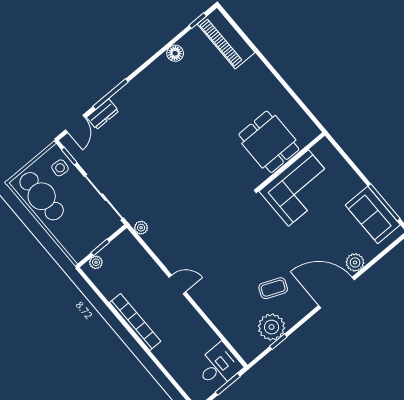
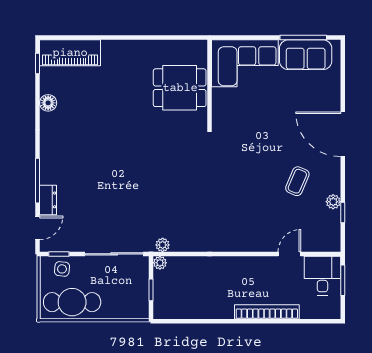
door: (75, 124) -> (38, 228), hinge flipped
corner sofa: (298, 188) -> (245, 63), moved, turned 90
plant: (96, 262) -> (160, 263), moved
plant: (355, 262) -> (331, 100), removed
door: (177, 284) -> (289, 254), moved
door: (336, 293) -> (343, 134), hinge flipped
bookcase: (135, 322) -> (267, 312), moved
plant: (271, 327) -> (333, 202), width x0.53, depth x0.53

